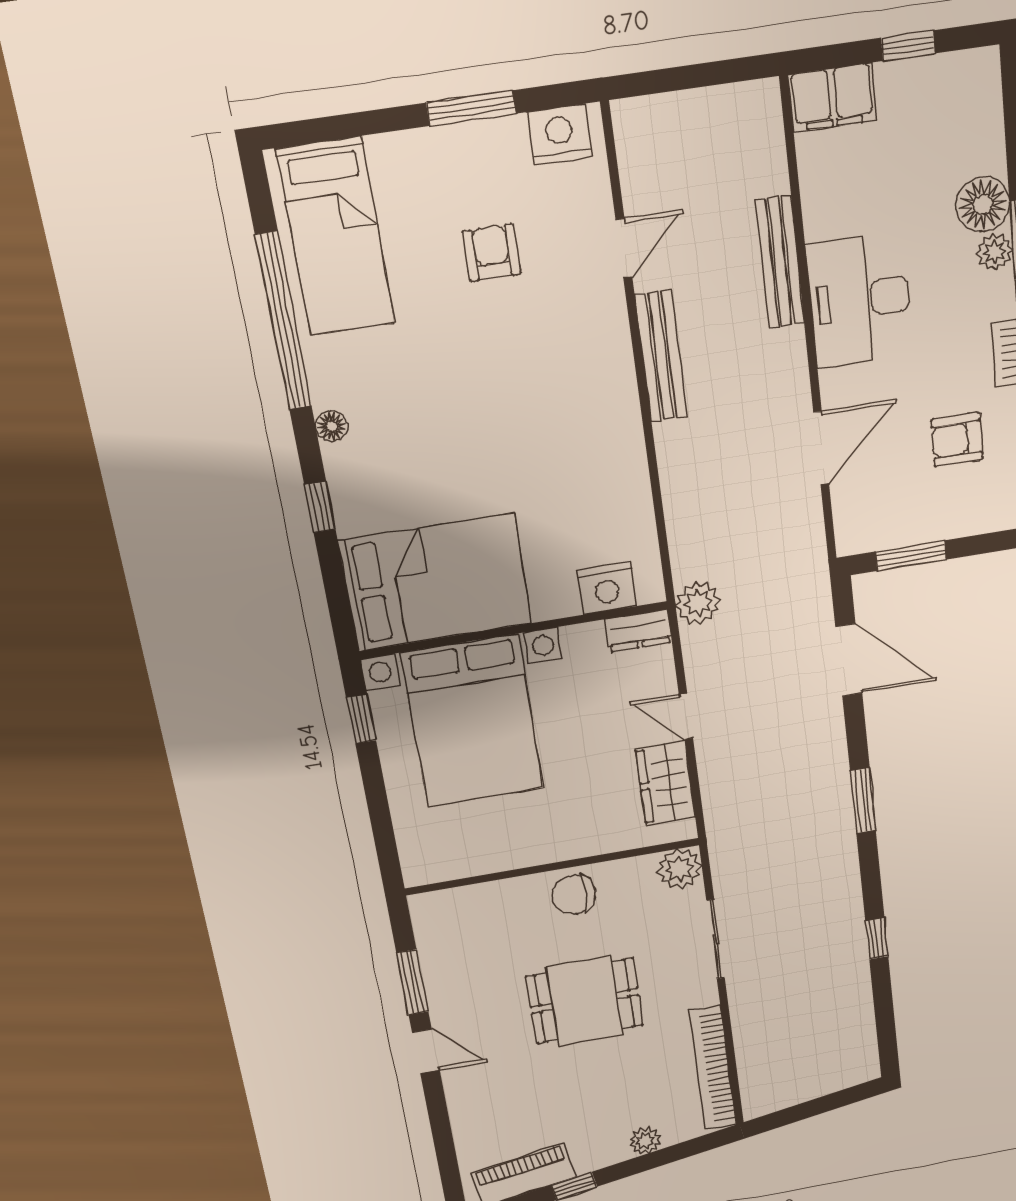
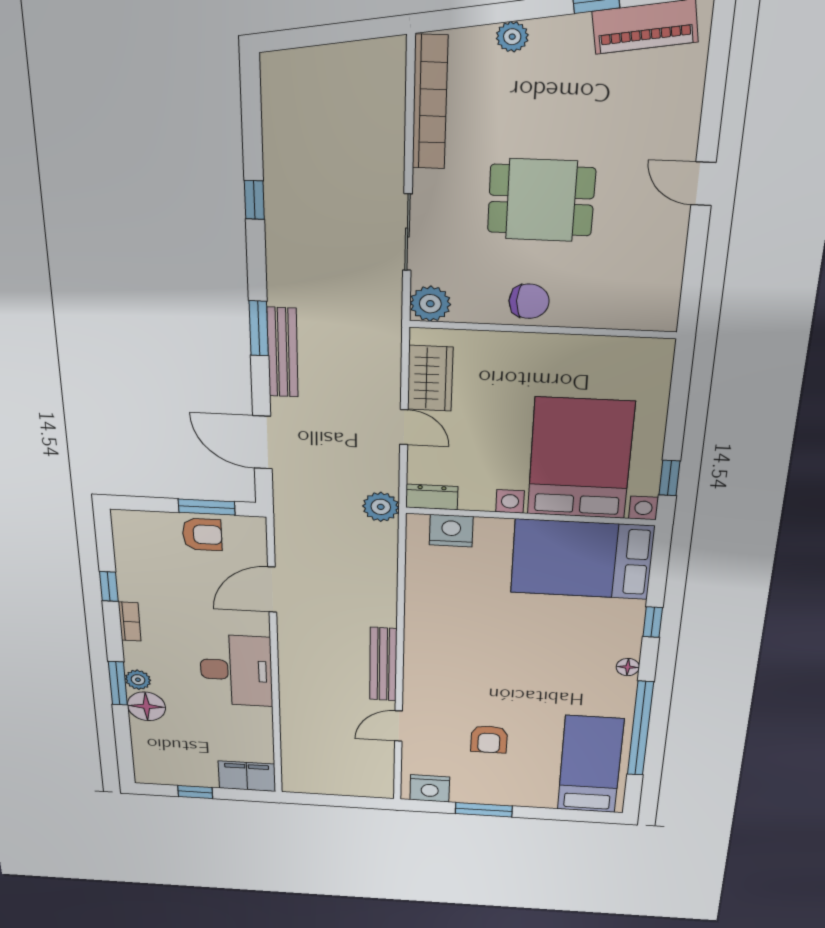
bench: (780, 262) -> (283, 352), moved
armchair: (957, 439) -> (202, 534), moved
window: (412, 982) -> (695, 254), removed

